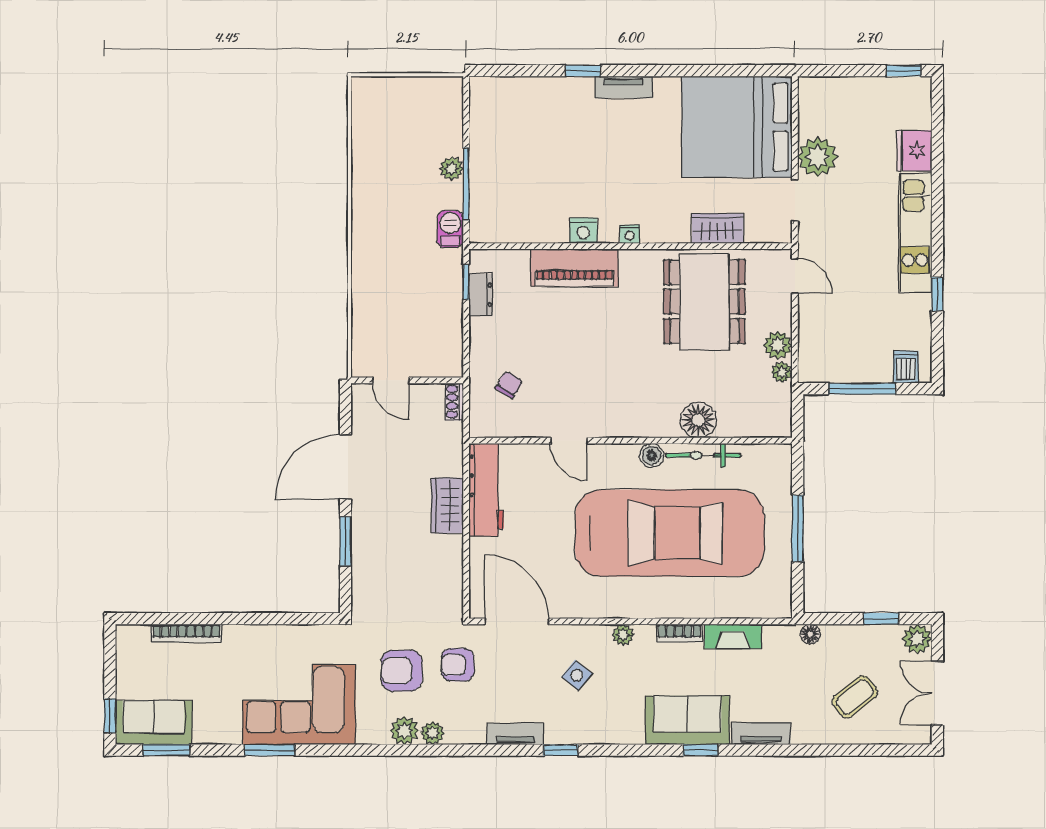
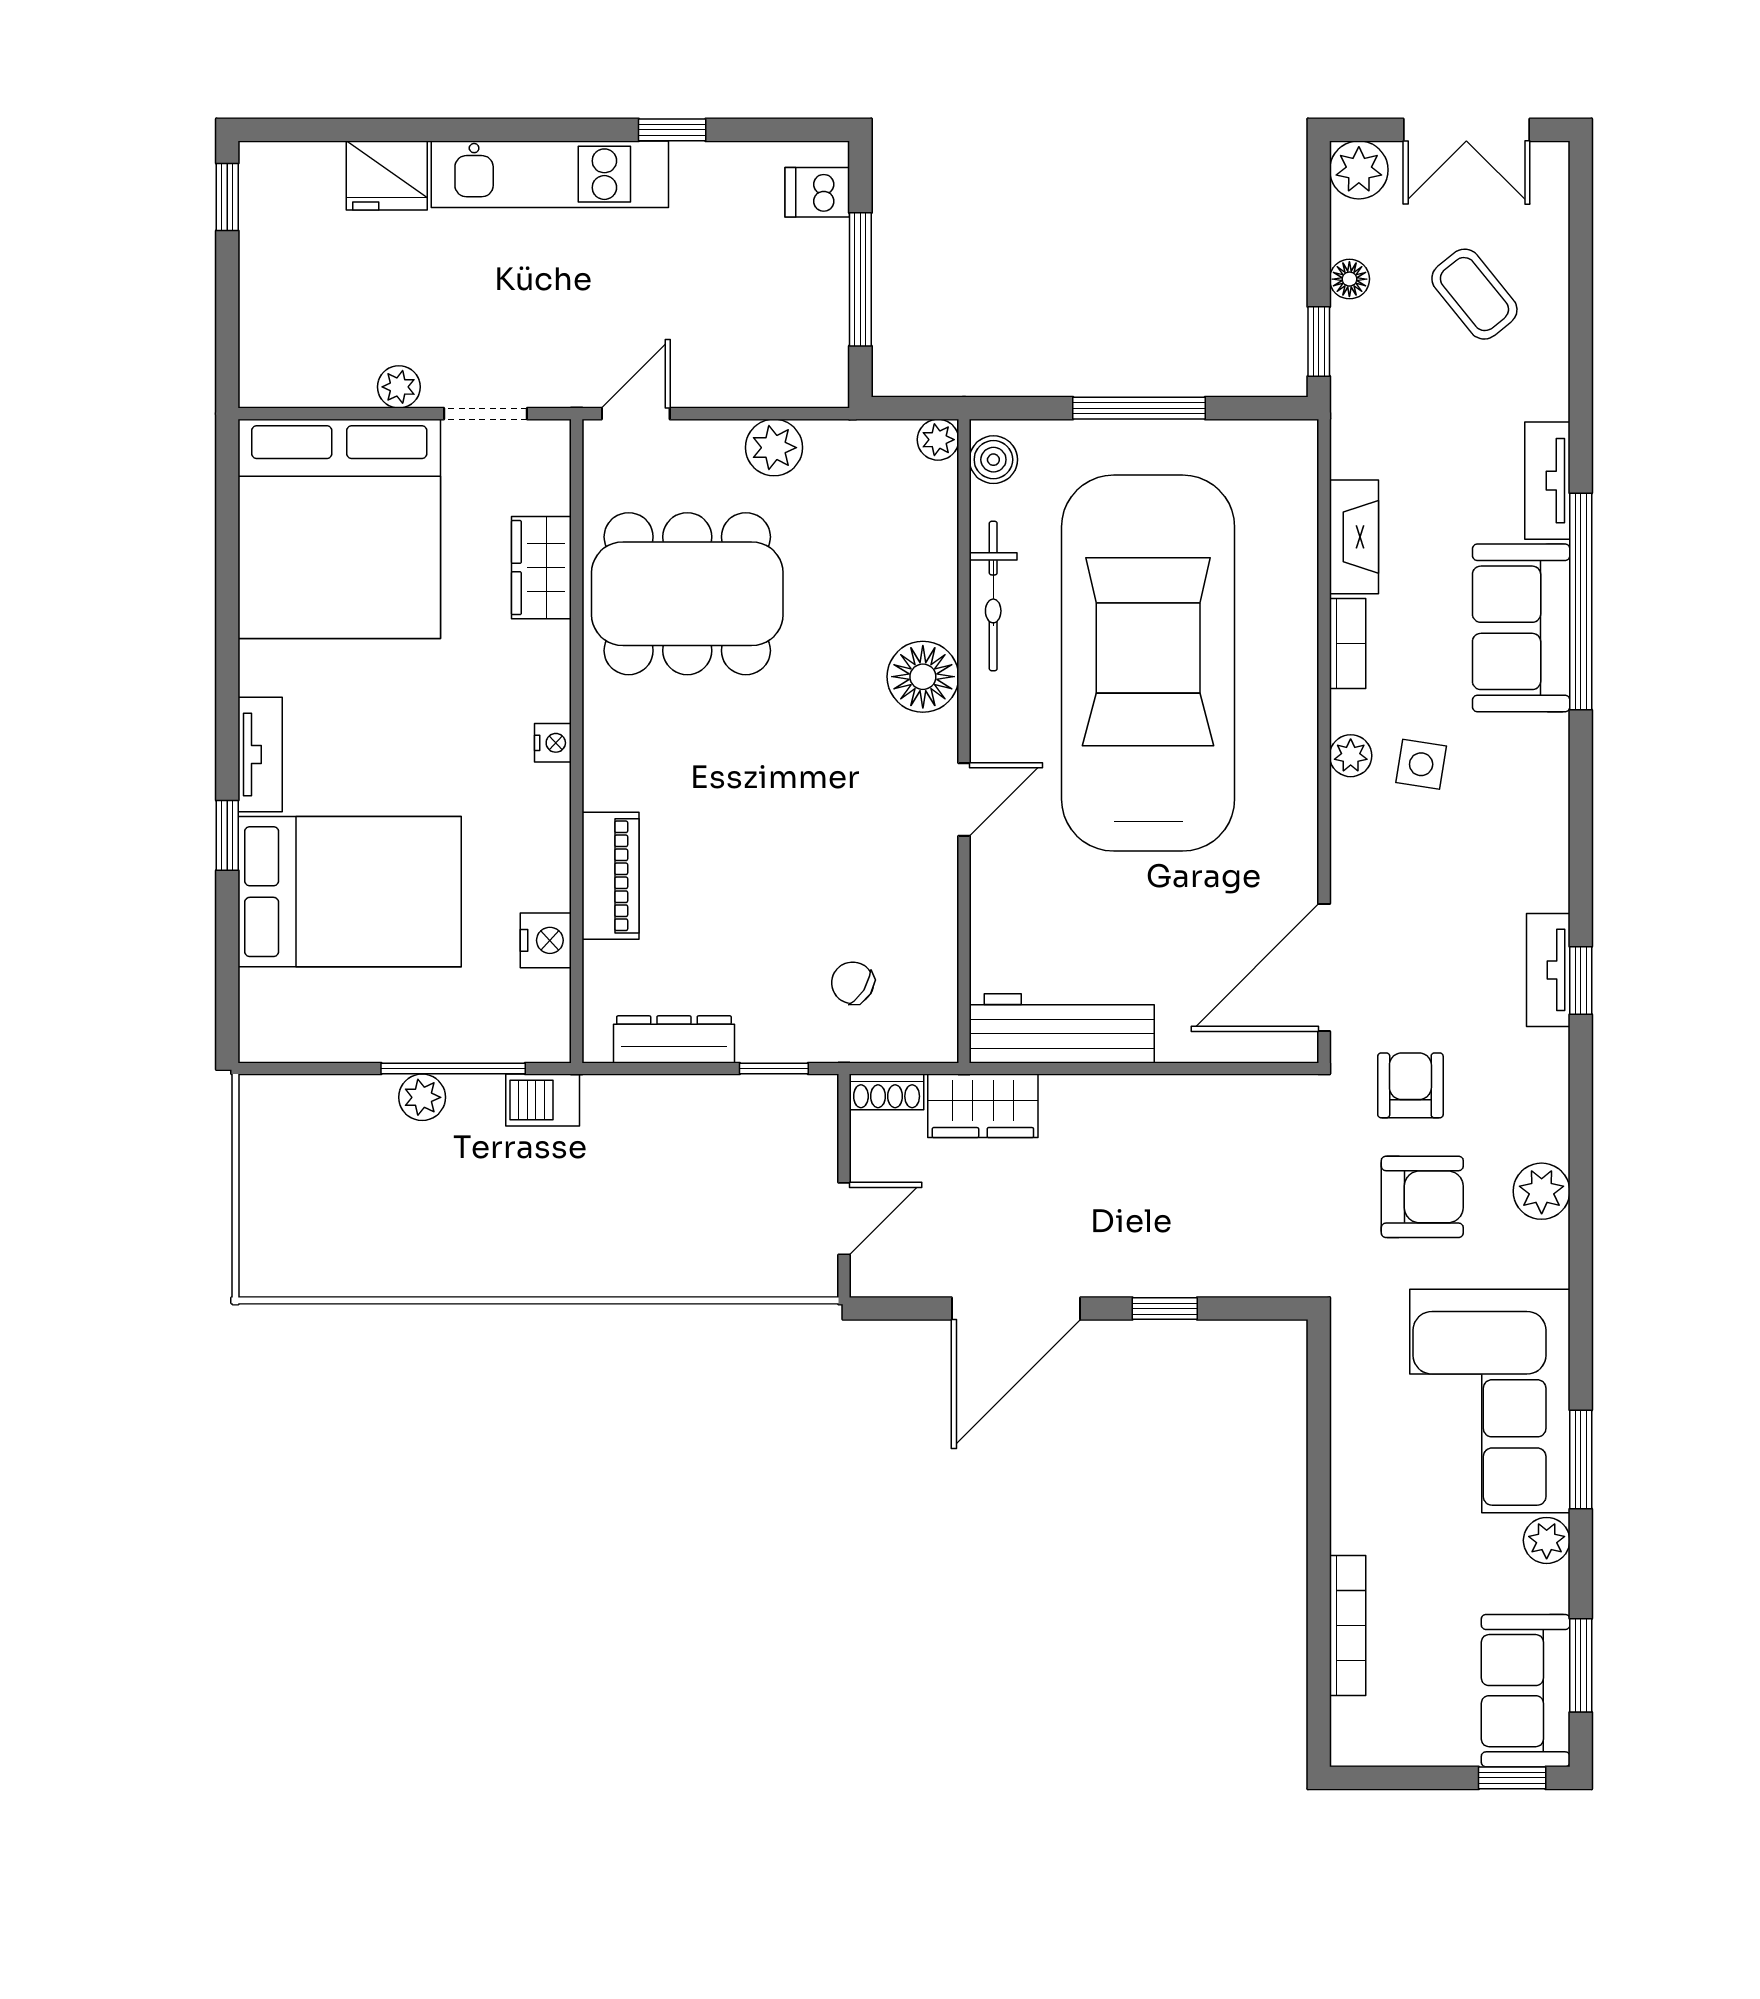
bed: (555, 132) -> (350, 892), added
plant: (818, 157) -> (399, 387), width x0.53, depth x0.53
nightstand: (583, 231) -> (546, 940), moved
piano: (574, 268) -> (610, 876), width x0.73, depth x0.75
window: (466, 282) -> (774, 1068), moved
dresser: (481, 295) -> (674, 1039), width x1.44
plant: (782, 372) -> (938, 440), moved
floor lamp: (698, 420) -> (923, 677), moved
door: (569, 441) -> (964, 799), moved
boiler: (651, 455) -> (993, 460), moved
door: (345, 467) -> (1016, 1309), hinge flipped
wardrobe: (447, 506) -> (983, 1106), moved
window: (345, 541) -> (1165, 1309), width x0.67
window: (881, 619) -> (1319, 342), moved
floor lamp: (810, 634) -> (1349, 279), moved
armchair: (458, 665) -> (1410, 1085), turned 180
armchair: (402, 671) -> (1422, 1197), turned -90
side table: (577, 675) -> (1421, 764), moved, turned -30
plant: (432, 733) -> (1547, 1540), moved
window: (561, 750) -> (1581, 981), moved
window: (701, 750) -> (1581, 601), width x3.17

